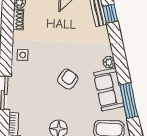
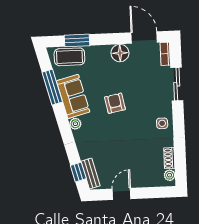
armchair: (68, 79) -> (115, 103), turned 136

